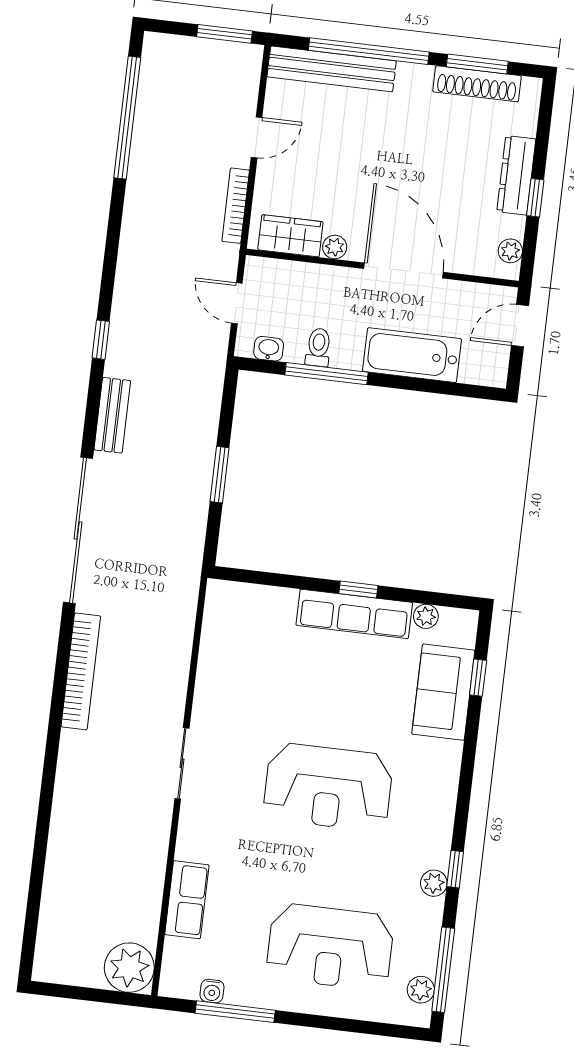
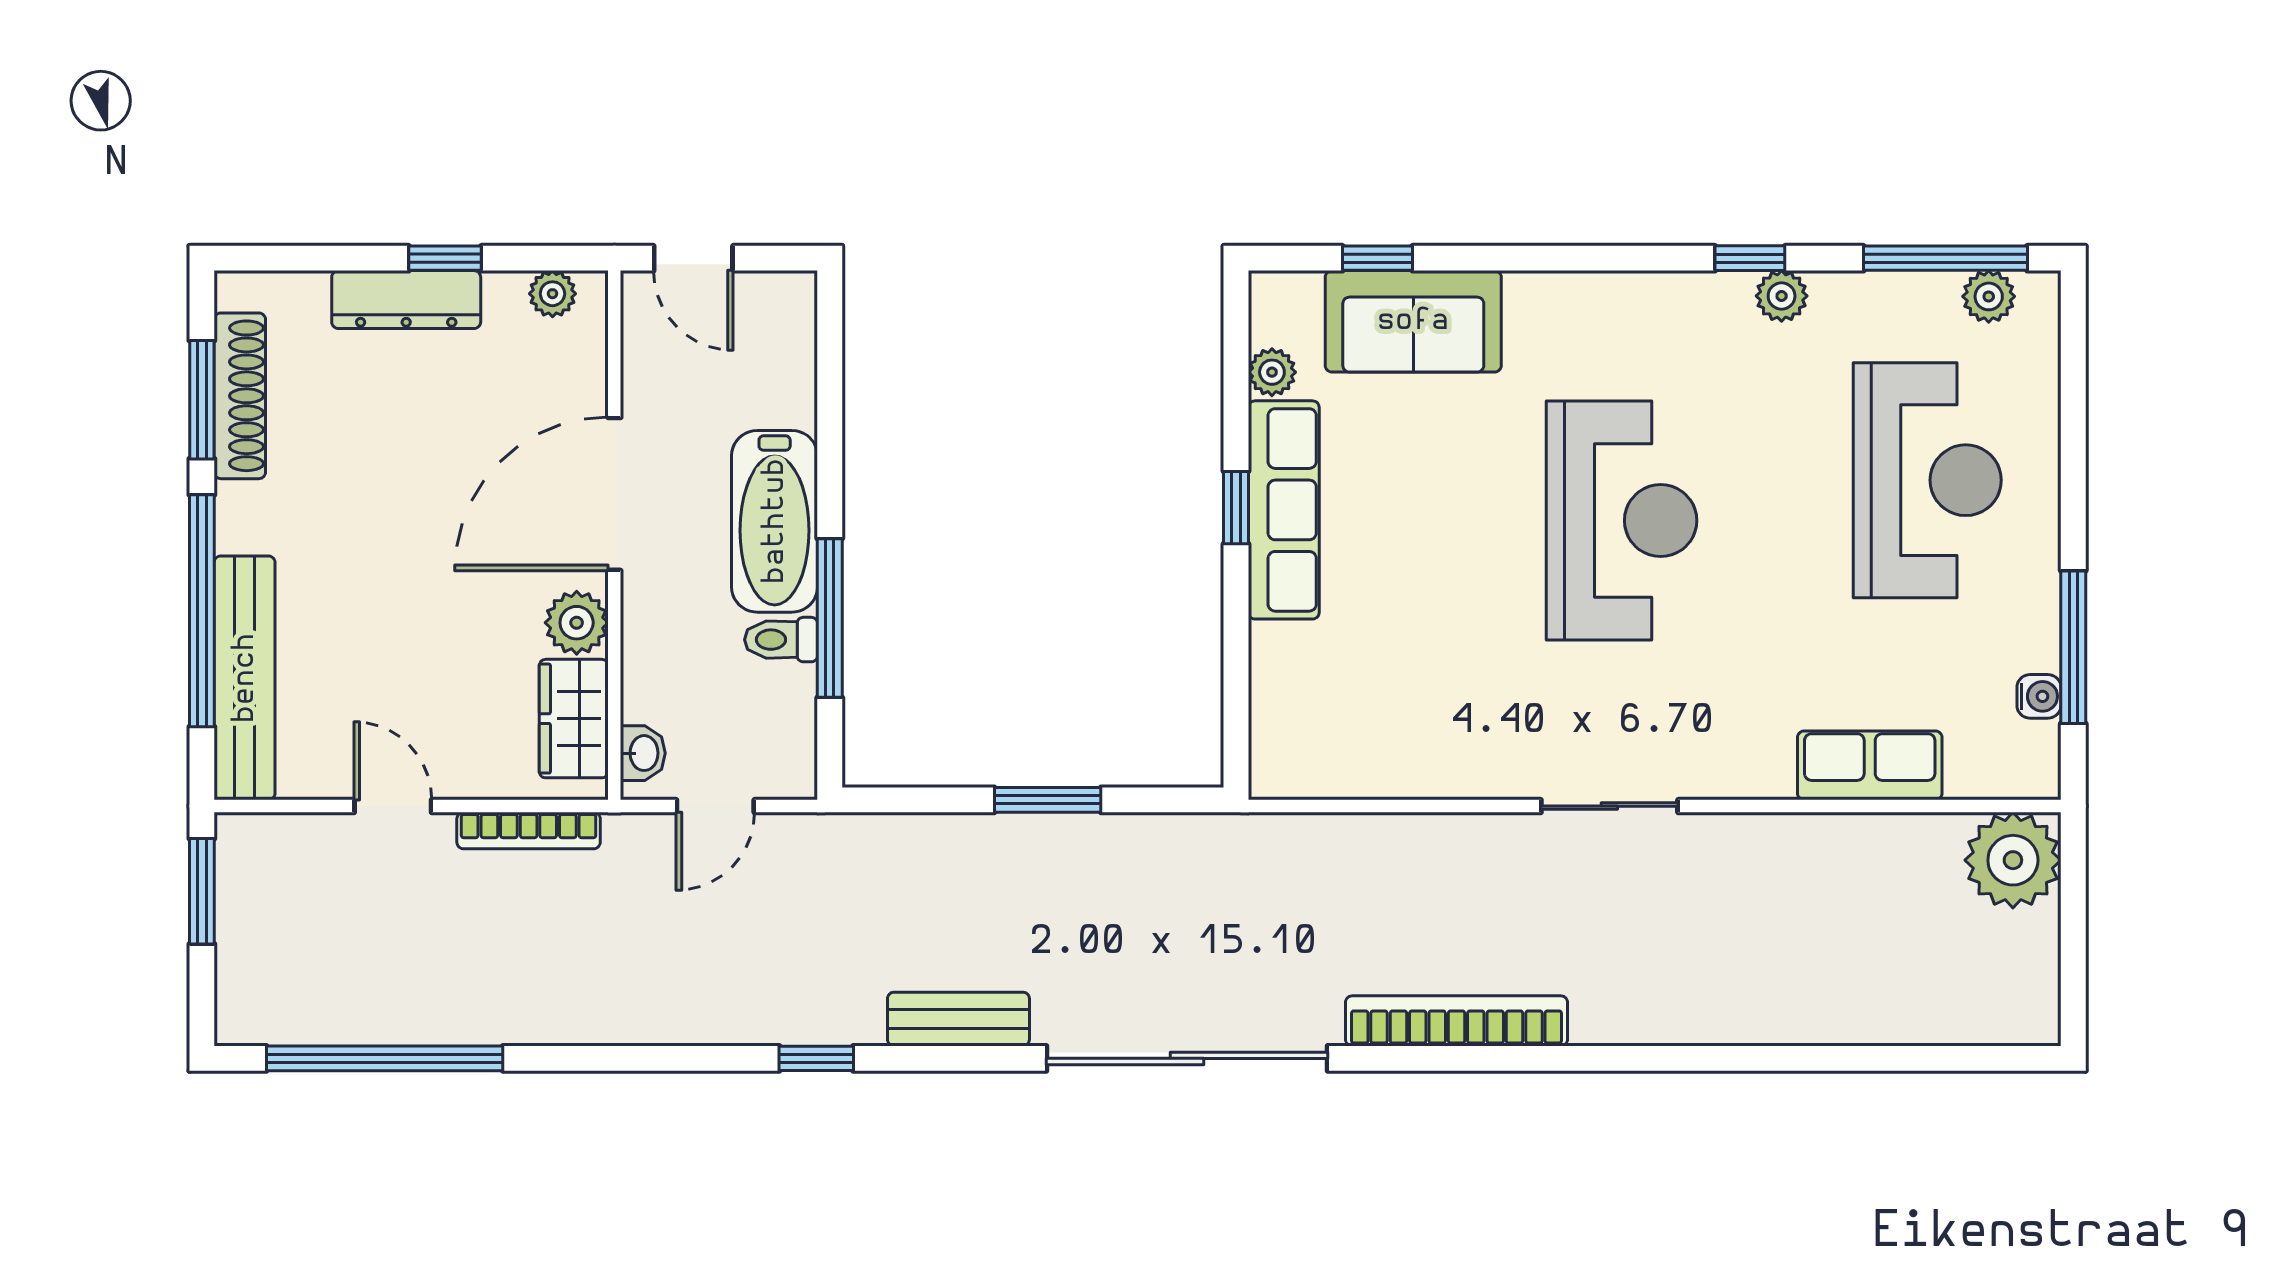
plant: (335, 247) -> (577, 623), width x1.38, depth x1.38
washbasin: (269, 349) -> (643, 753), moved, turned 180
bathtub: (412, 355) -> (775, 521), moved

